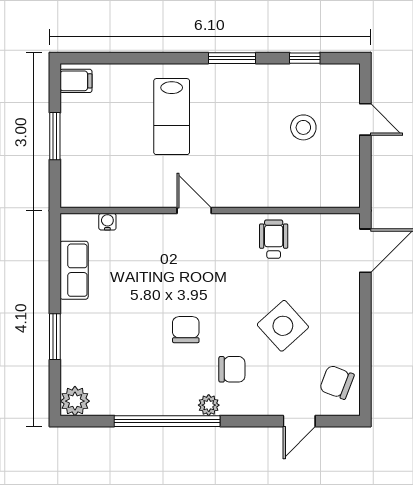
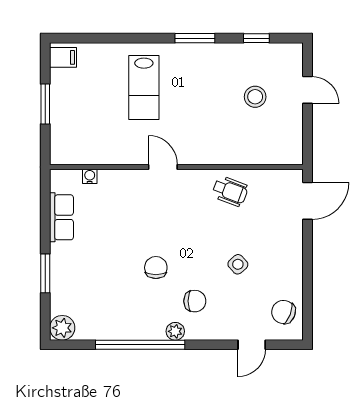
wheelchair: (274, 239) -> (230, 191), turned 111
side table: (283, 326) -> (238, 264), width x0.54, depth x0.54

